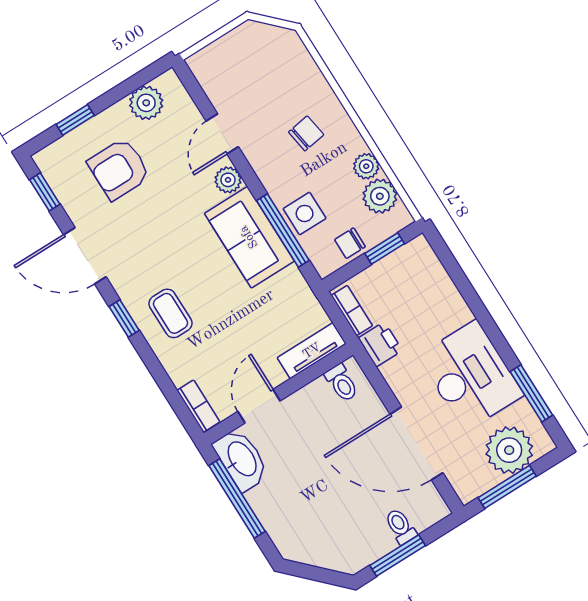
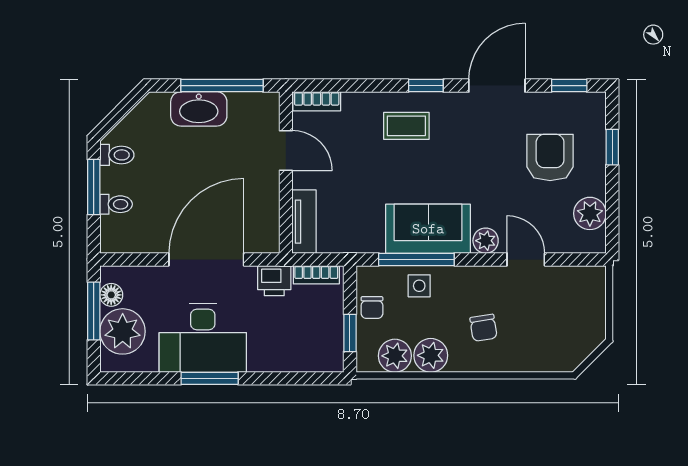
plant: (366, 166) -> (431, 355), width x1.38, depth x1.38
side table: (305, 213) -> (419, 286), width x0.73, depth x0.73
chair: (350, 243) -> (372, 308), turned 180
toilet: (342, 383) -> (117, 155), moved, turned 180
window: (531, 393) -> (210, 378), moved
door: (416, 443) -> (206, 259), moved
washbasin: (241, 459) -> (199, 109), moved
floor lamp: (483, 480) -> (111, 295), added

